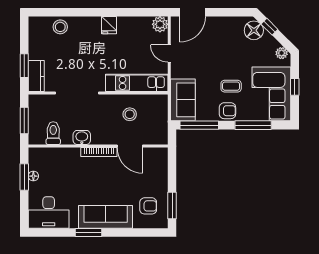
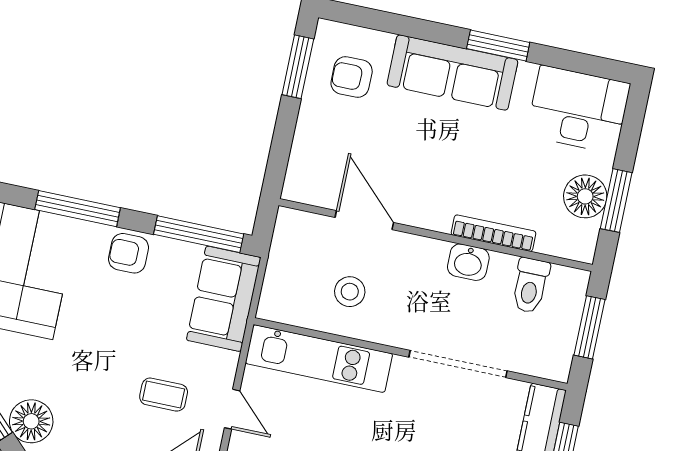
coffee table: (231, 86) -> (164, 395), moved
bookcase: (99, 152) -> (494, 233), moved
floor lamp: (33, 176) -> (585, 196), width x1.89, depth x1.89

